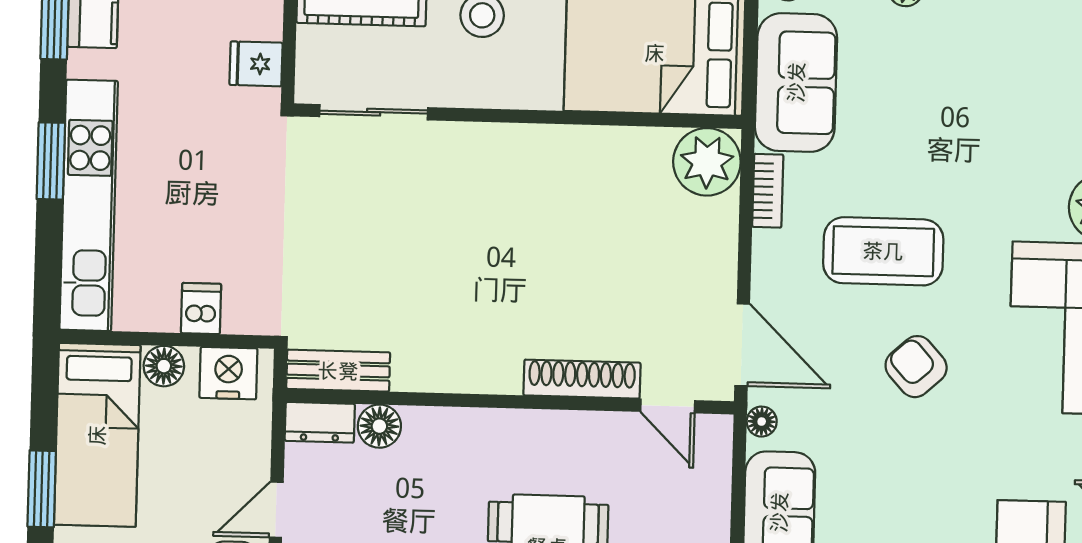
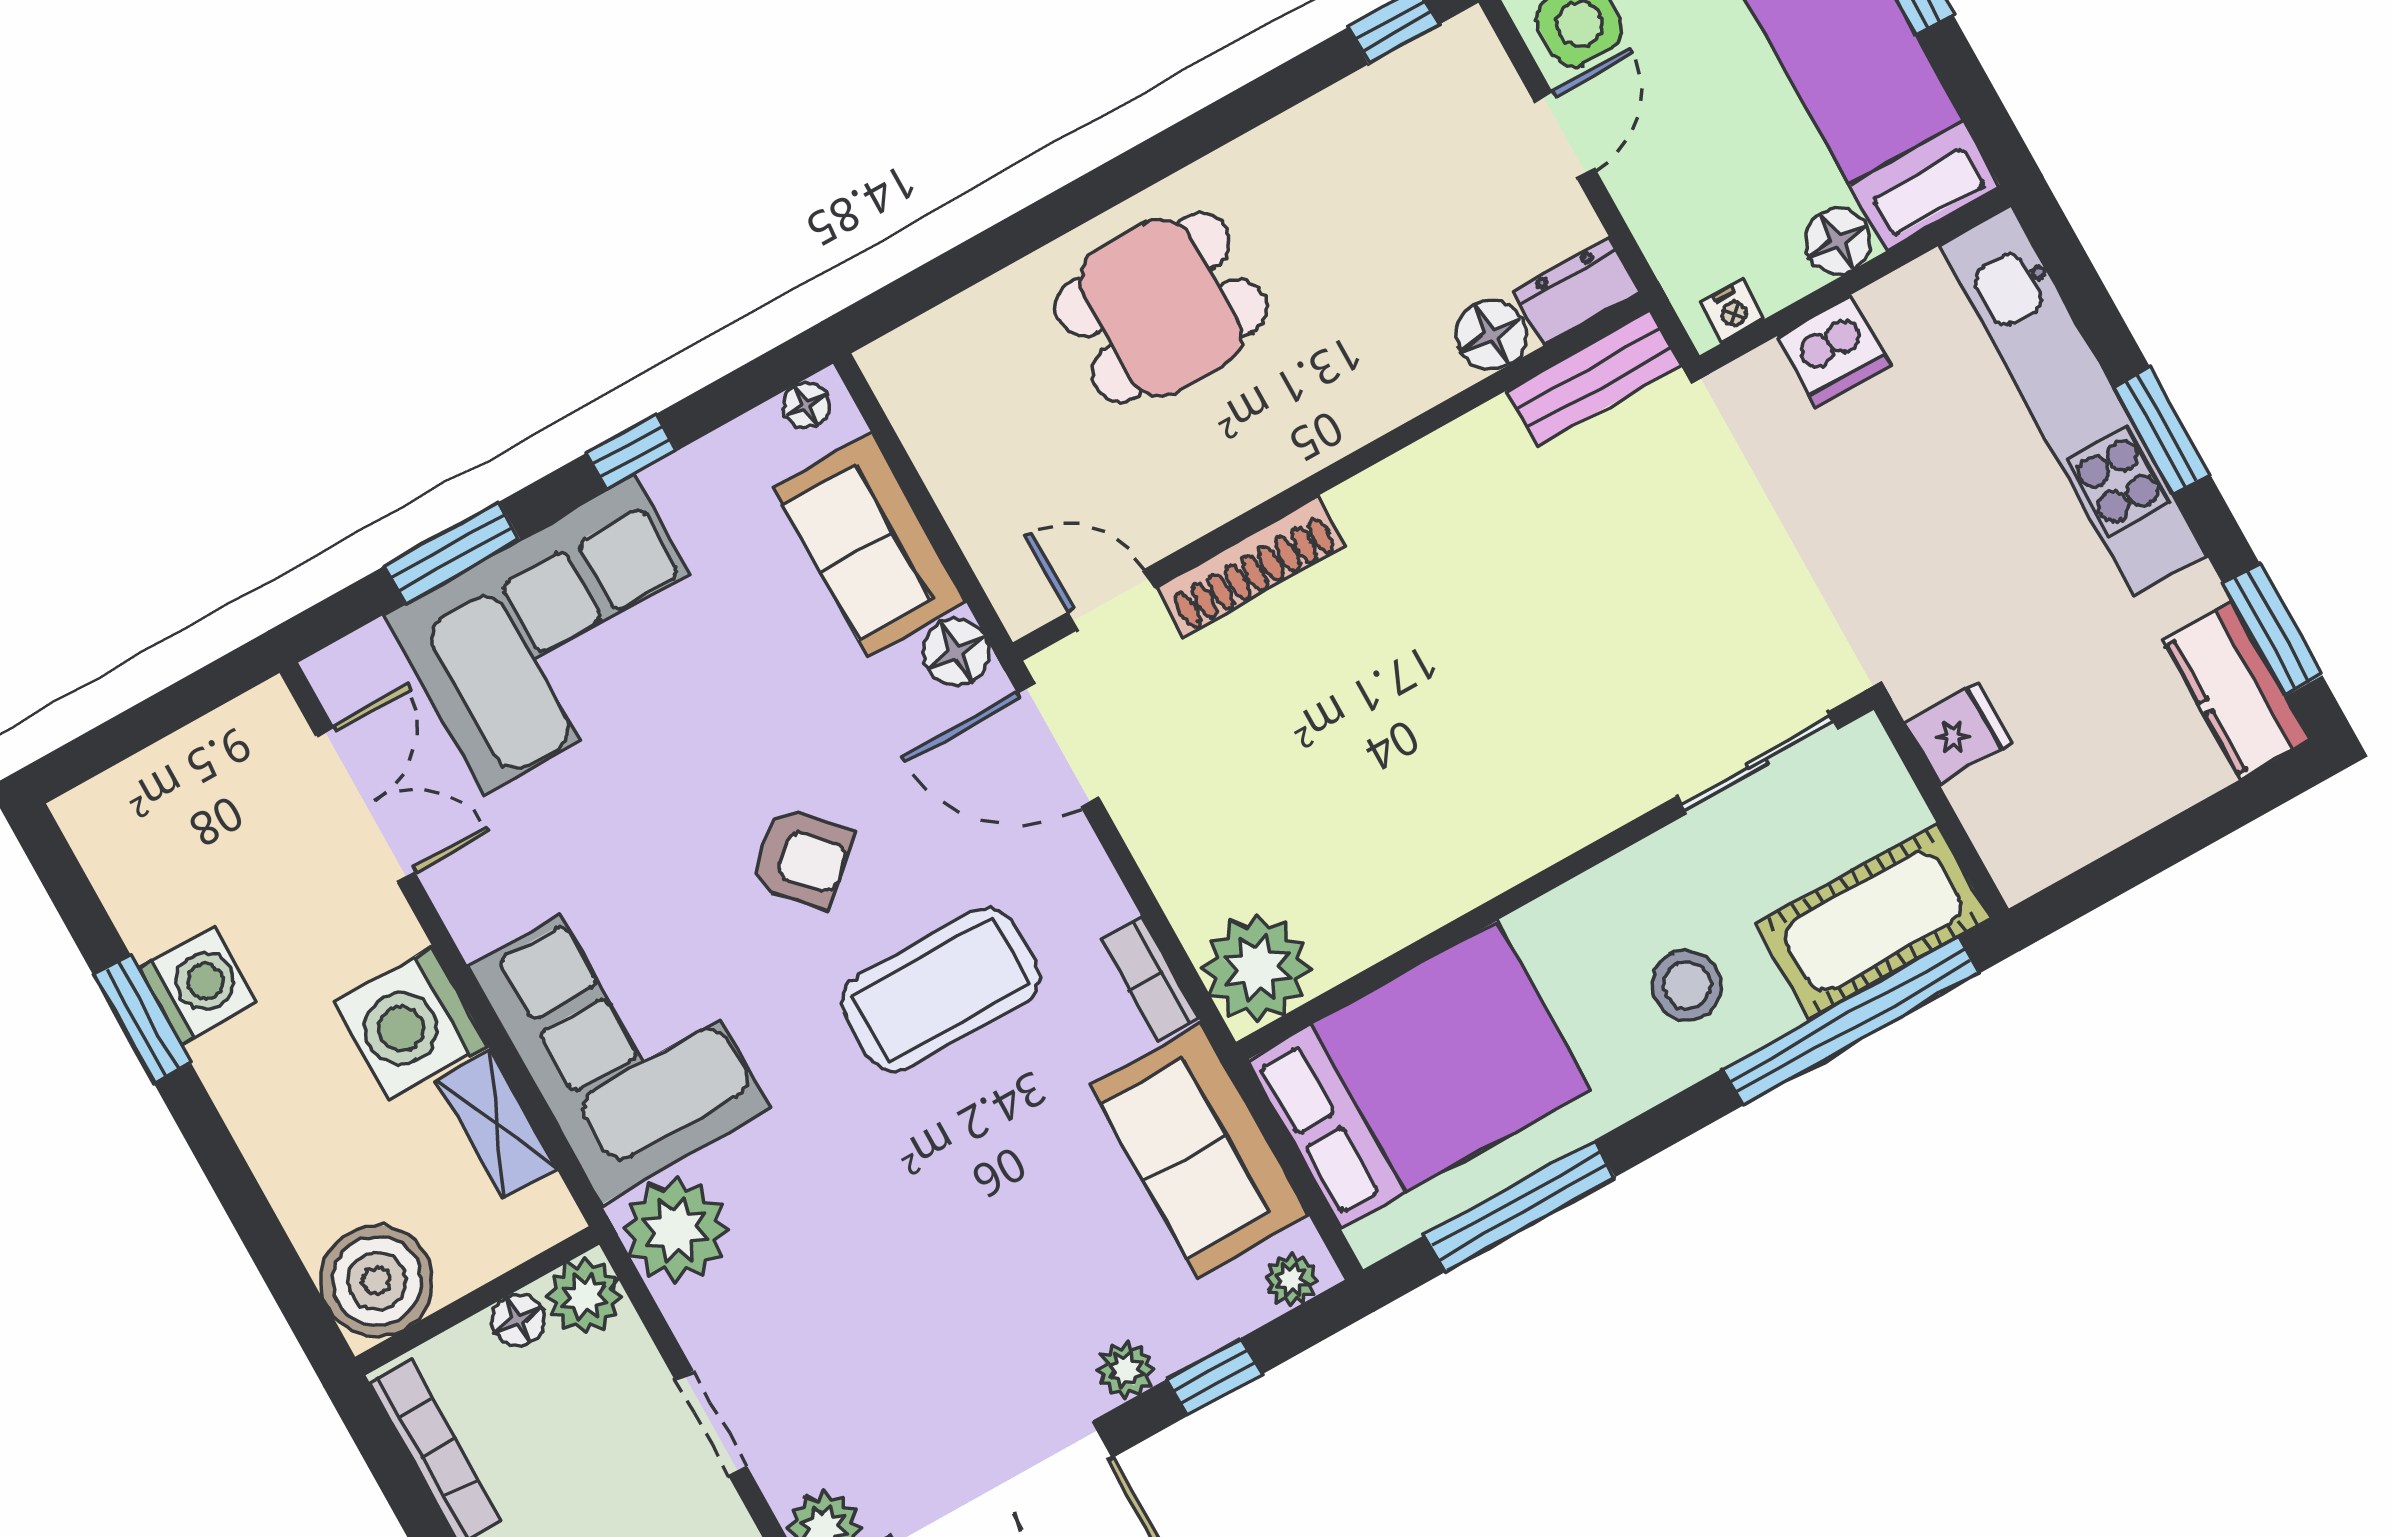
dishwasher: (201, 308) -> (1833, 351), width x1.38
nightstand: (228, 373) -> (1733, 311), width x0.53, depth x0.56
floor lamp: (762, 422) -> (956, 652), width x1.37, depth x1.37

